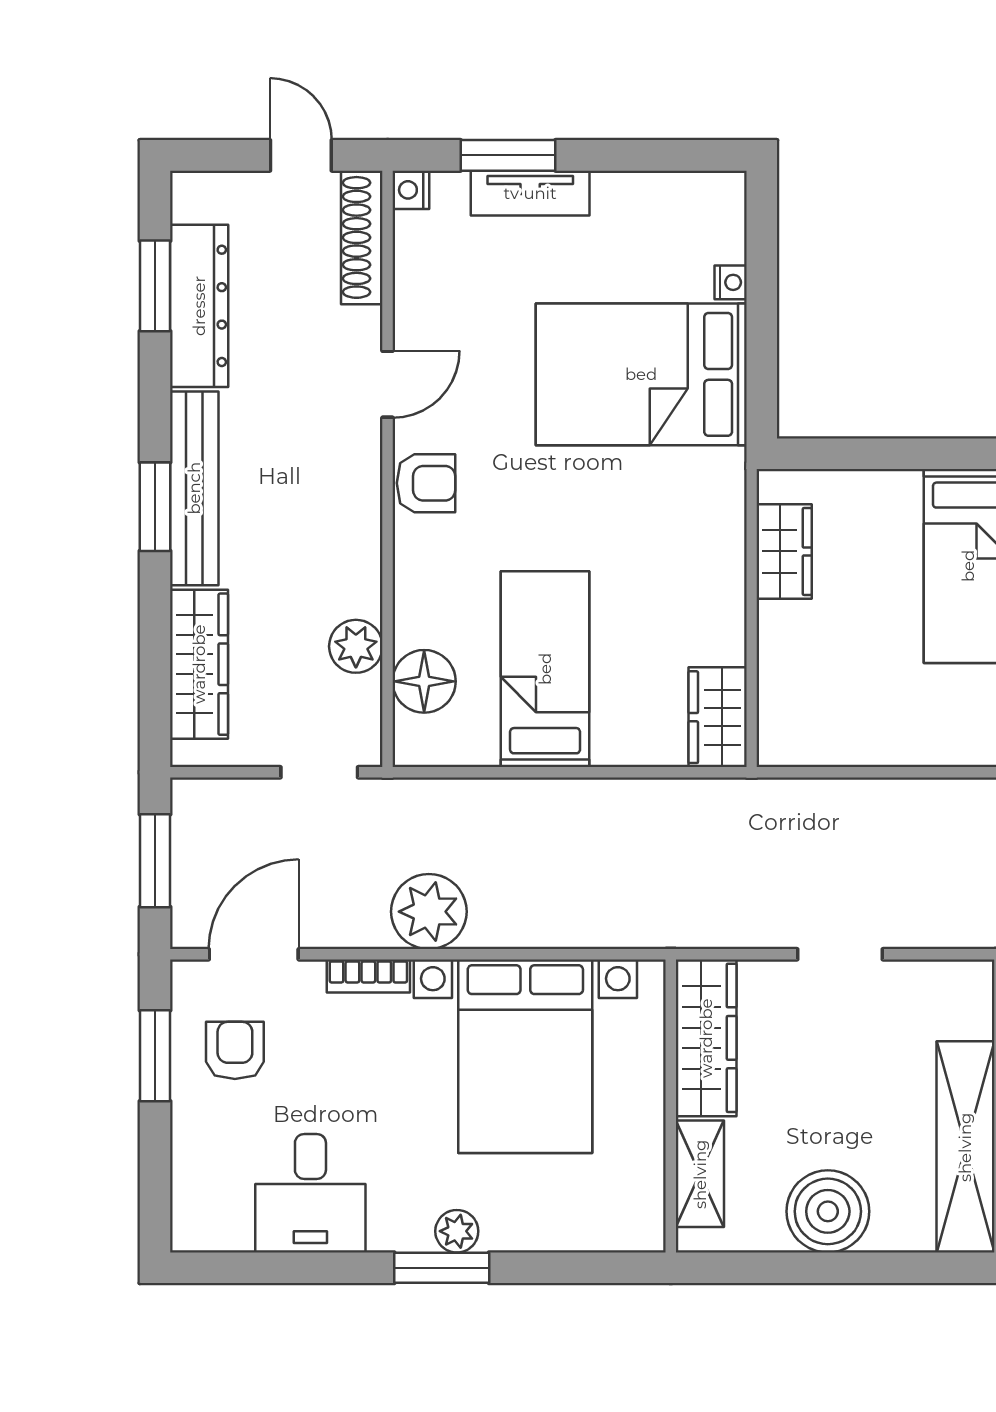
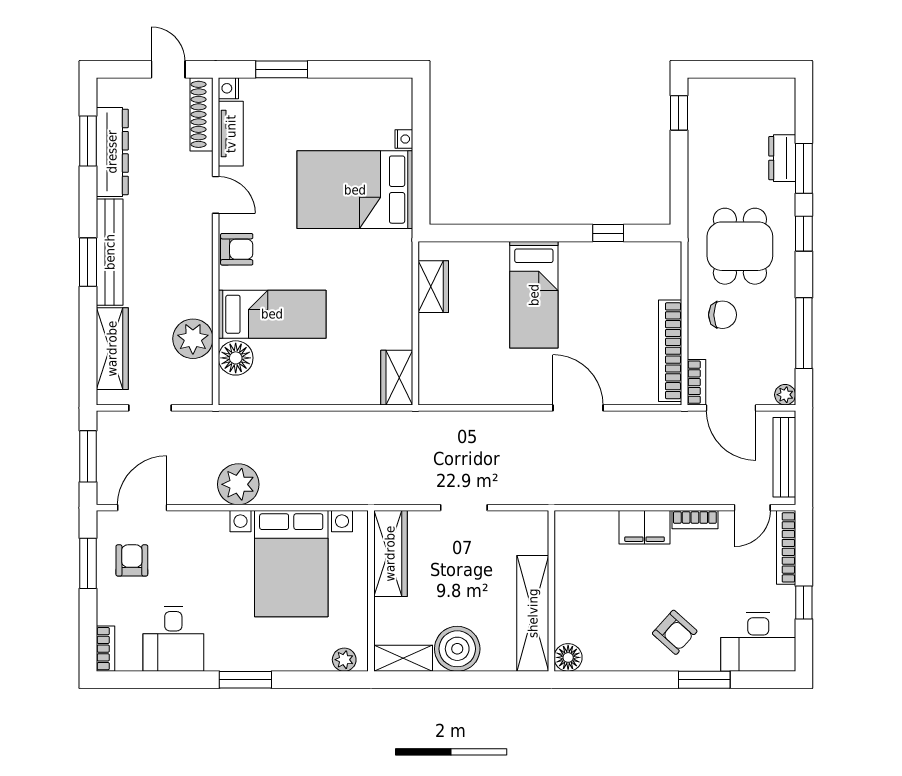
tv unit: (530, 193) -> (231, 134), moved, turned -90
door: (388, 384) -> (216, 195), hinge flipped
plant: (356, 646) -> (193, 339), width x1.36, depth x1.36
bed: (545, 669) -> (272, 314), moved, turned 90
doorway: (319, 772) -> (150, 408), moved
bookcase: (368, 976) -> (105, 649), moved, turned -90
shelving: (700, 1174) -> (403, 658), moved, turned 90
plant: (457, 1231) -> (344, 660), moved

